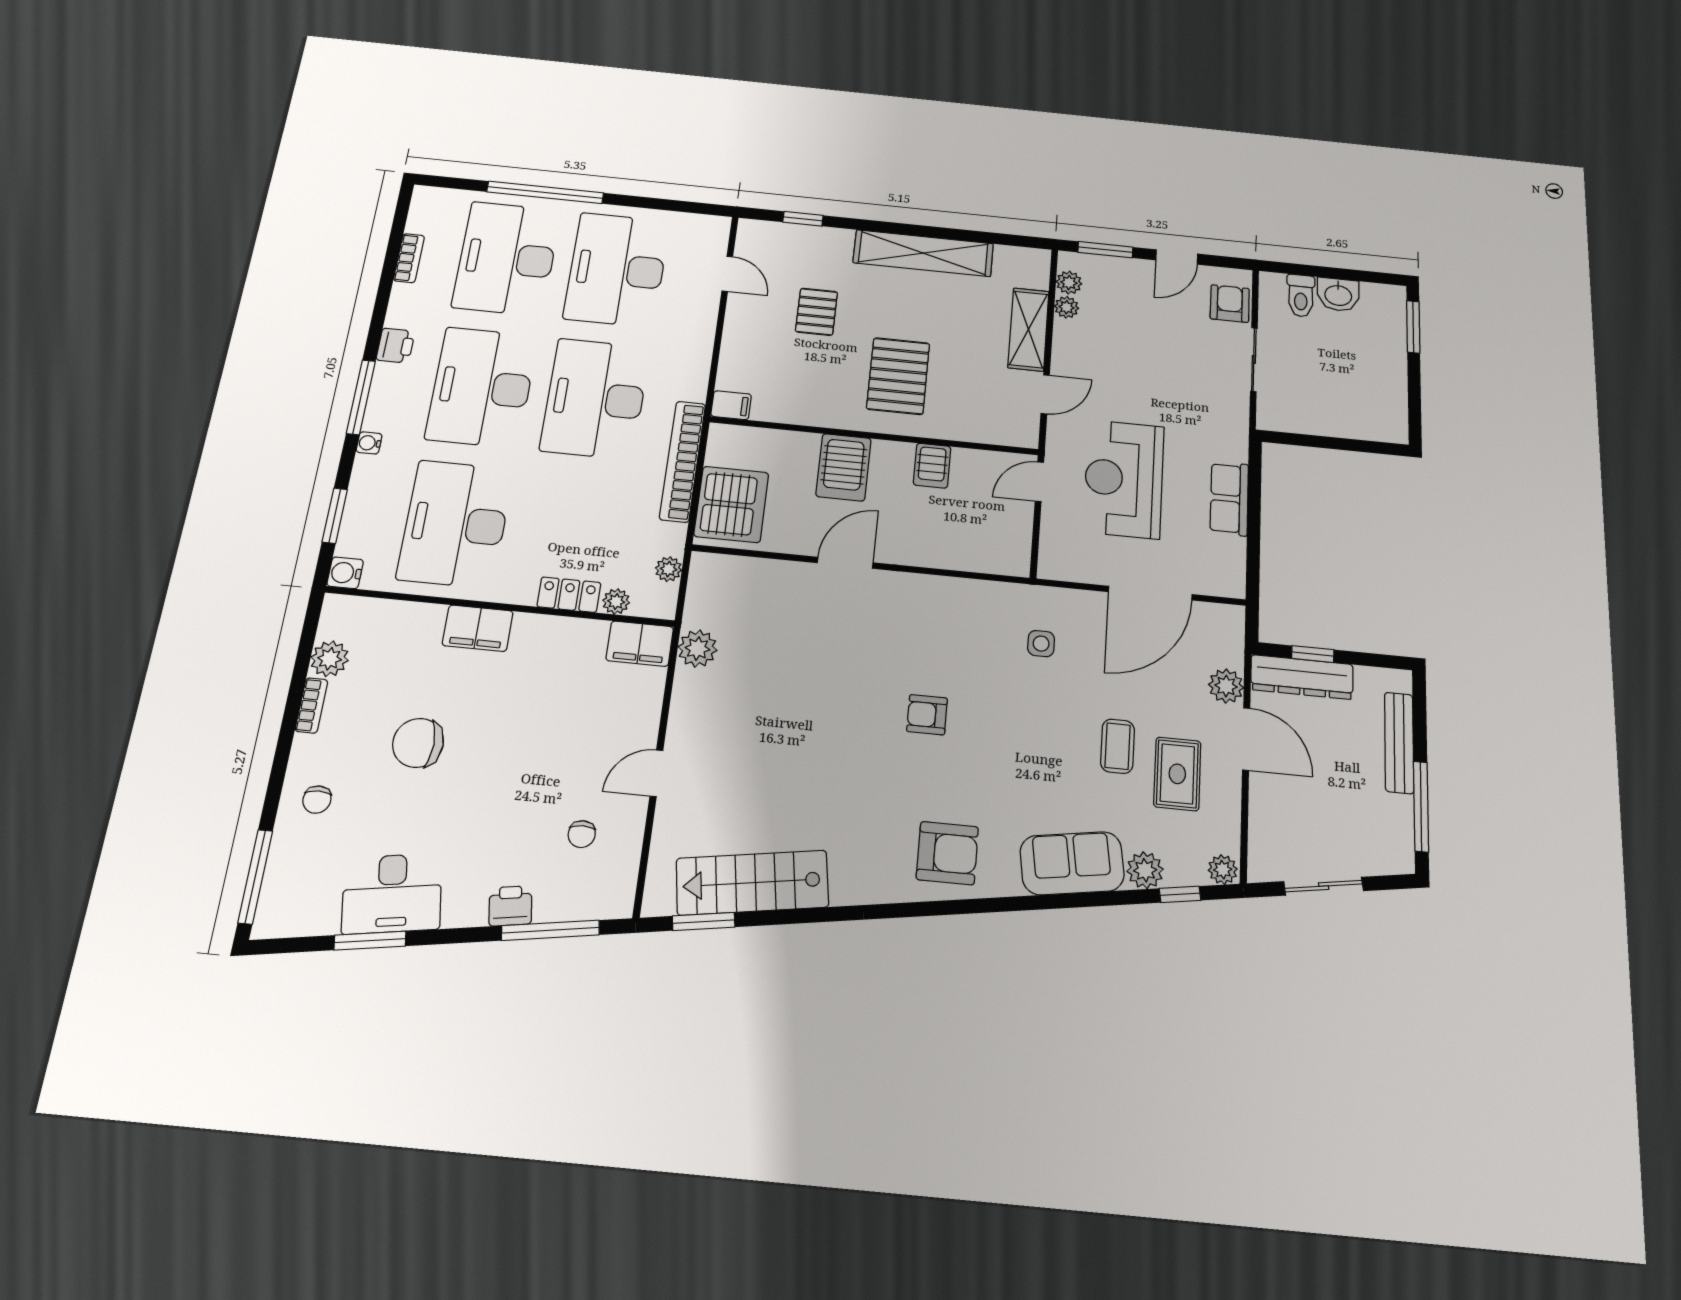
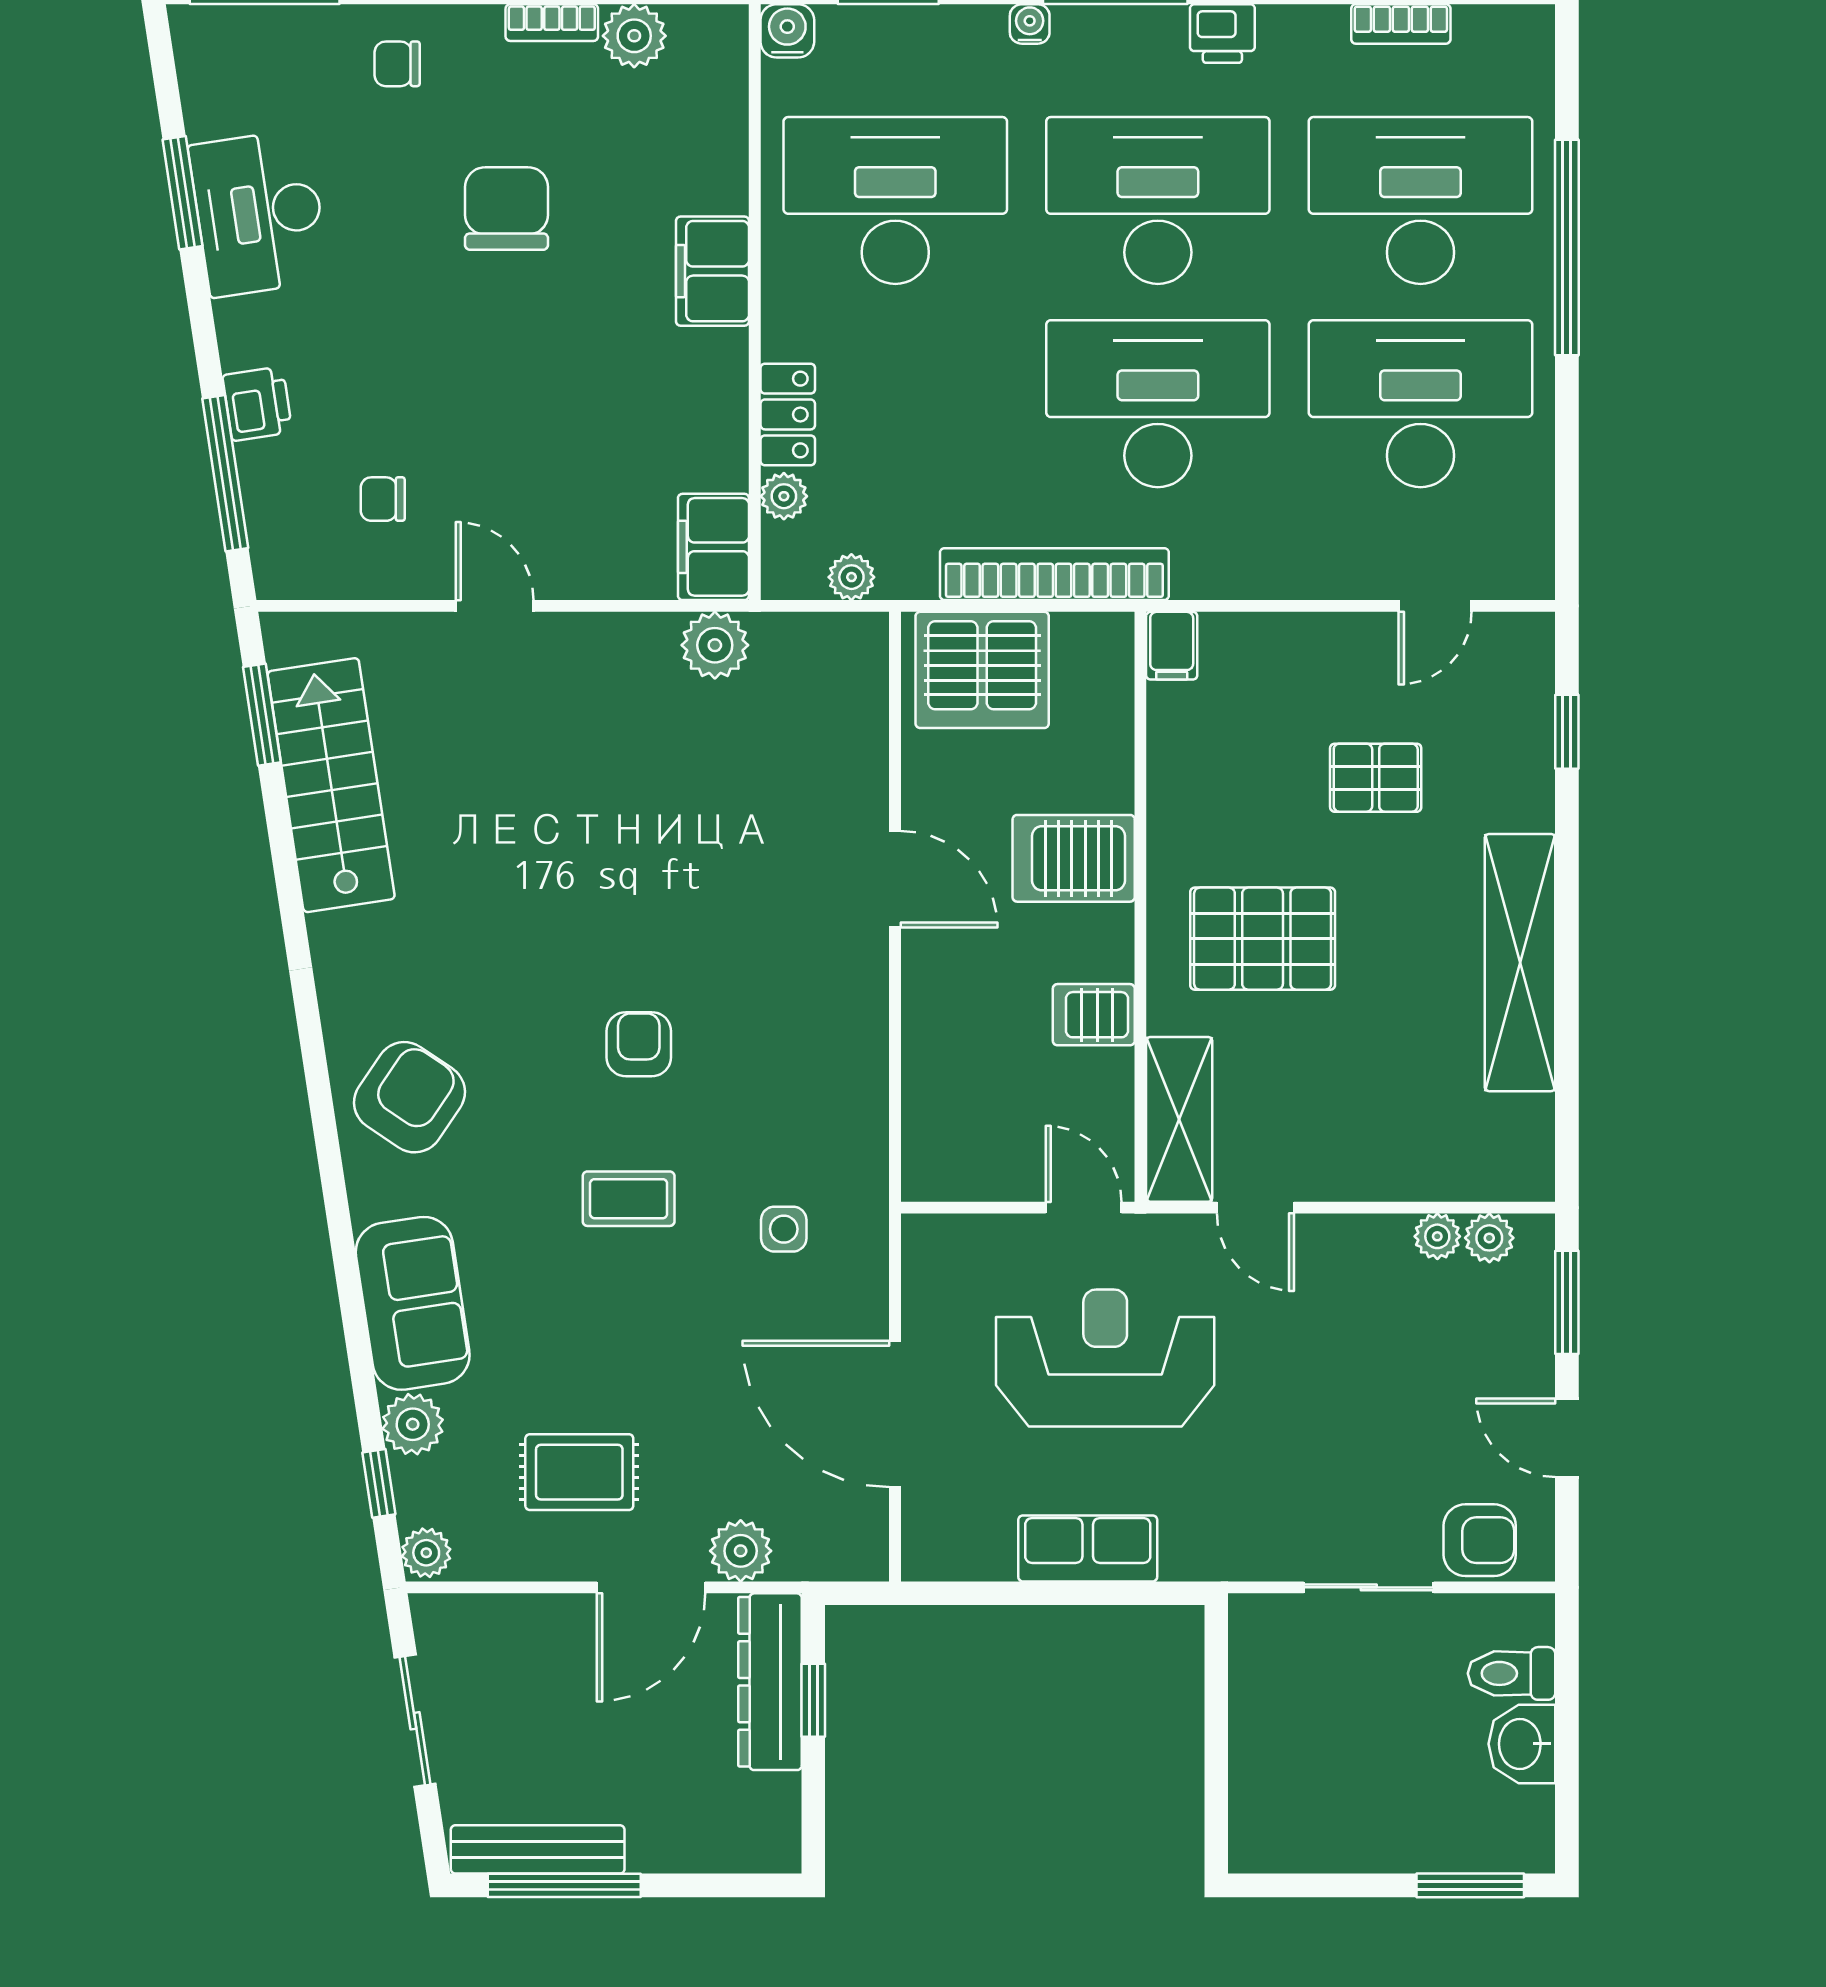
shelving: (1028, 329) -> (1179, 1119), moved, turned 90
bench: (1399, 743) -> (538, 1849), moved
coffee table: (1118, 746) -> (629, 1199), moved
armchair: (947, 853) -> (410, 1097), turned -146

